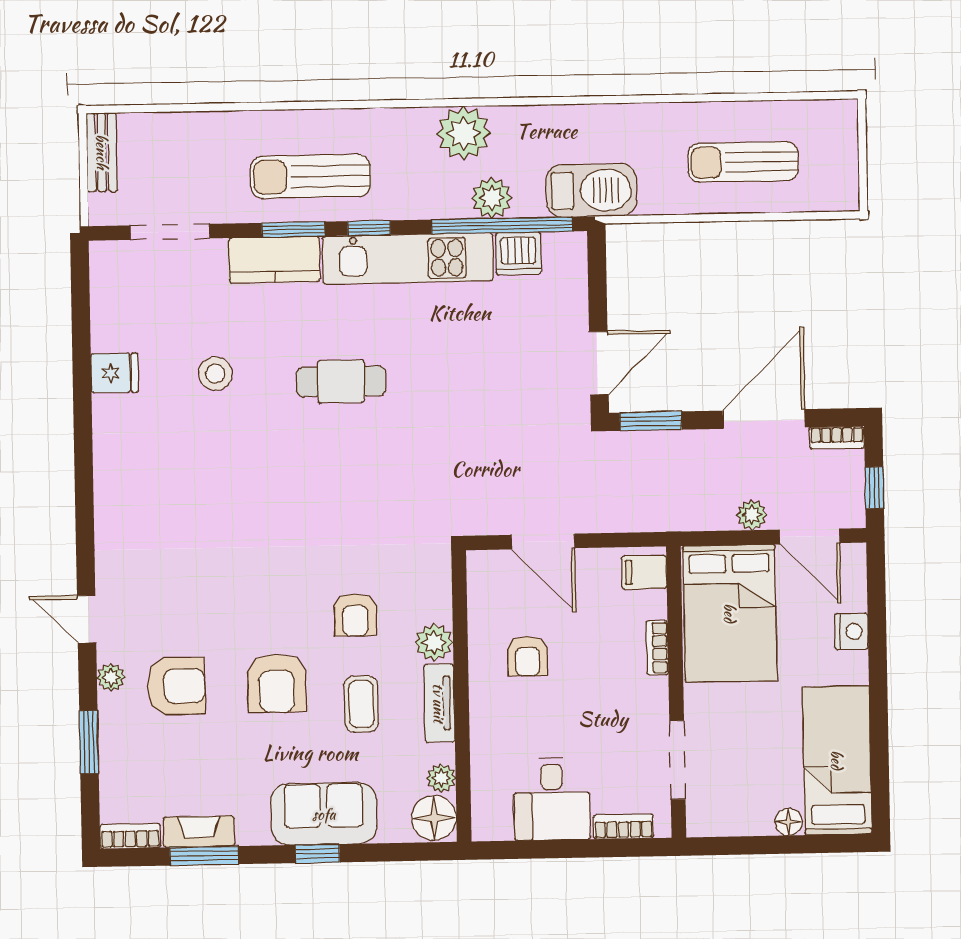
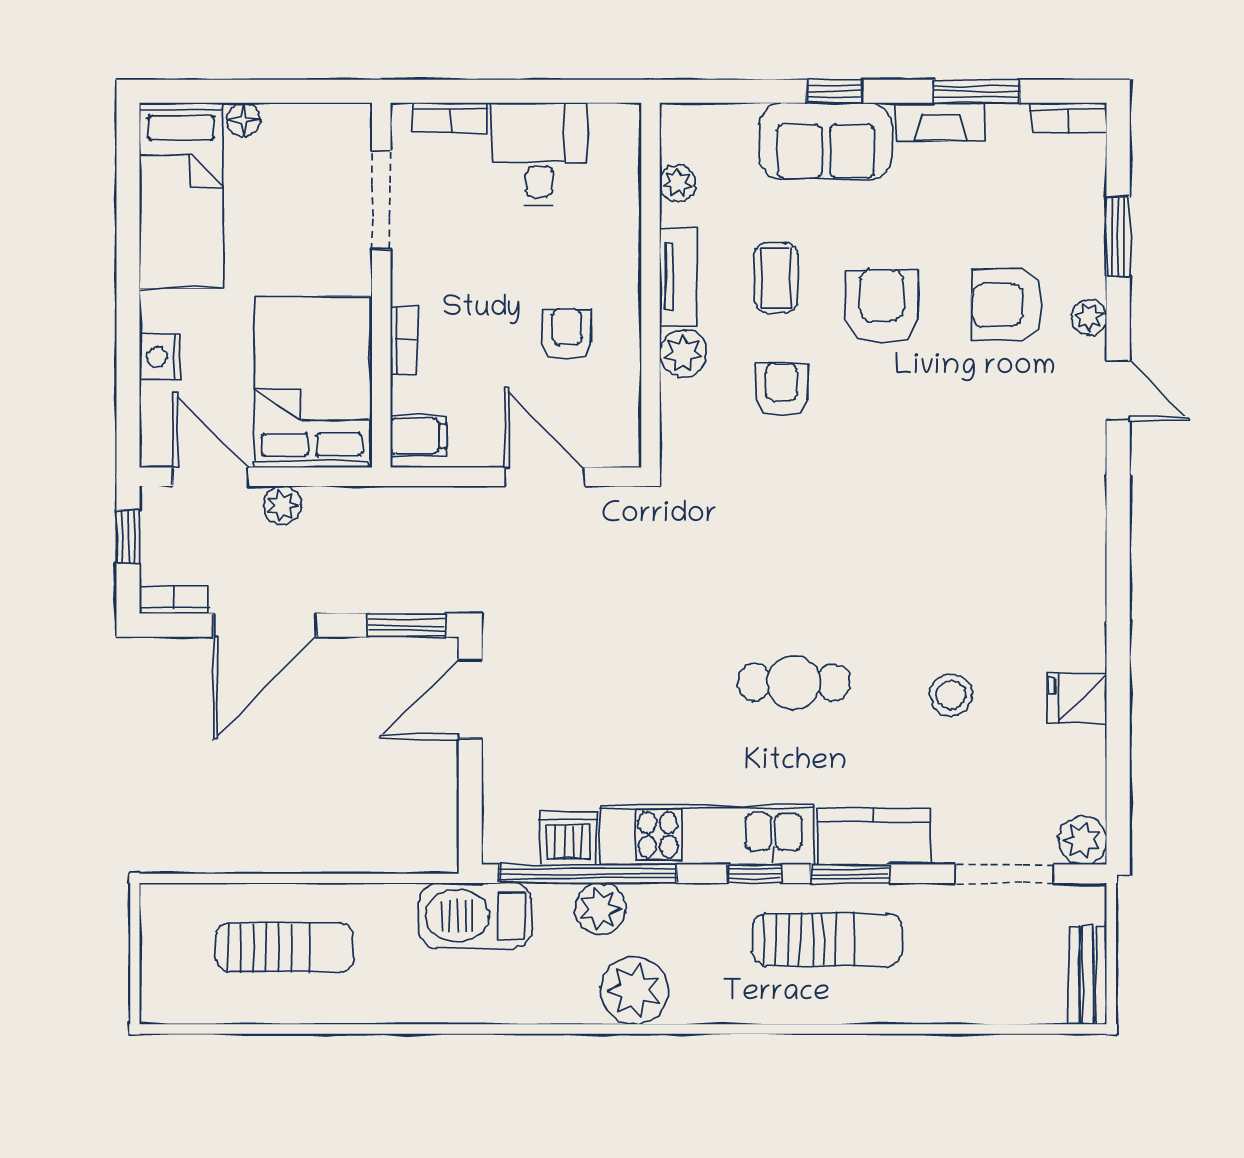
plant: (108, 260) -> (1083, 841), added
floor lamp: (434, 818) -> (688, 133), removed
fireplace: (199, 832) -> (940, 122), moved

